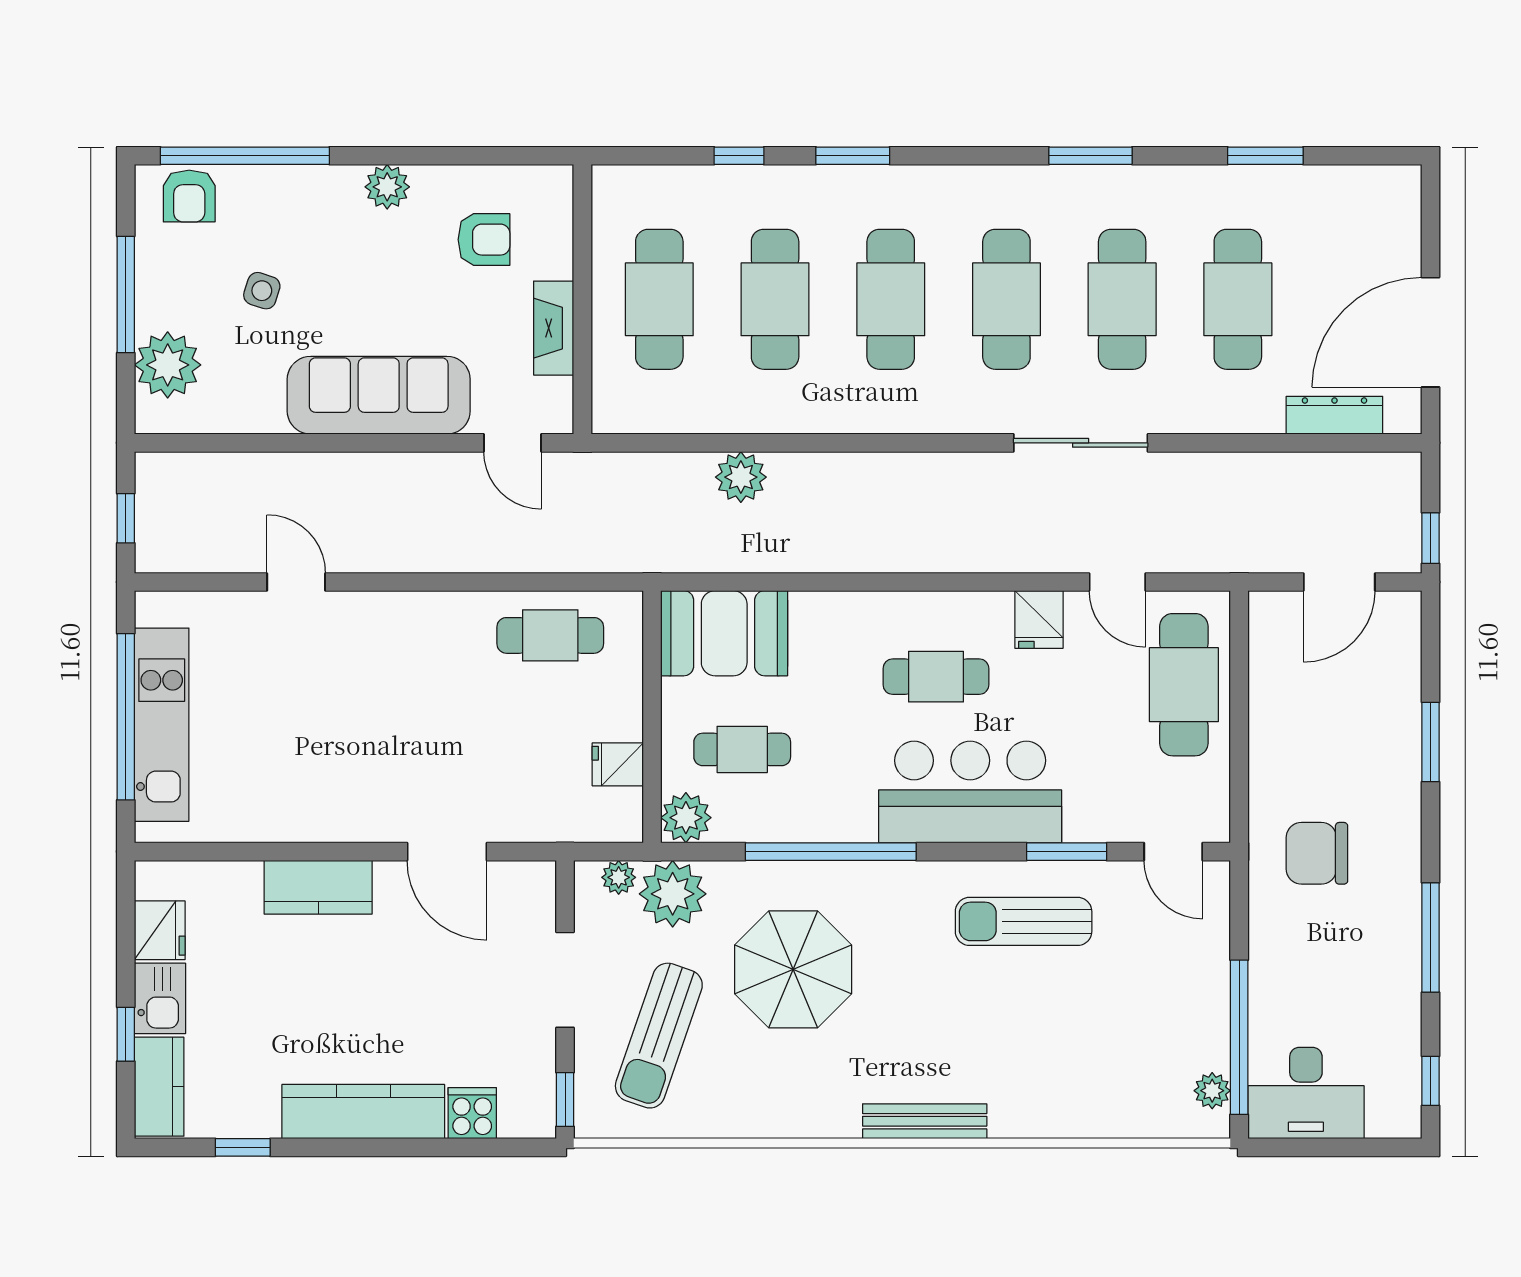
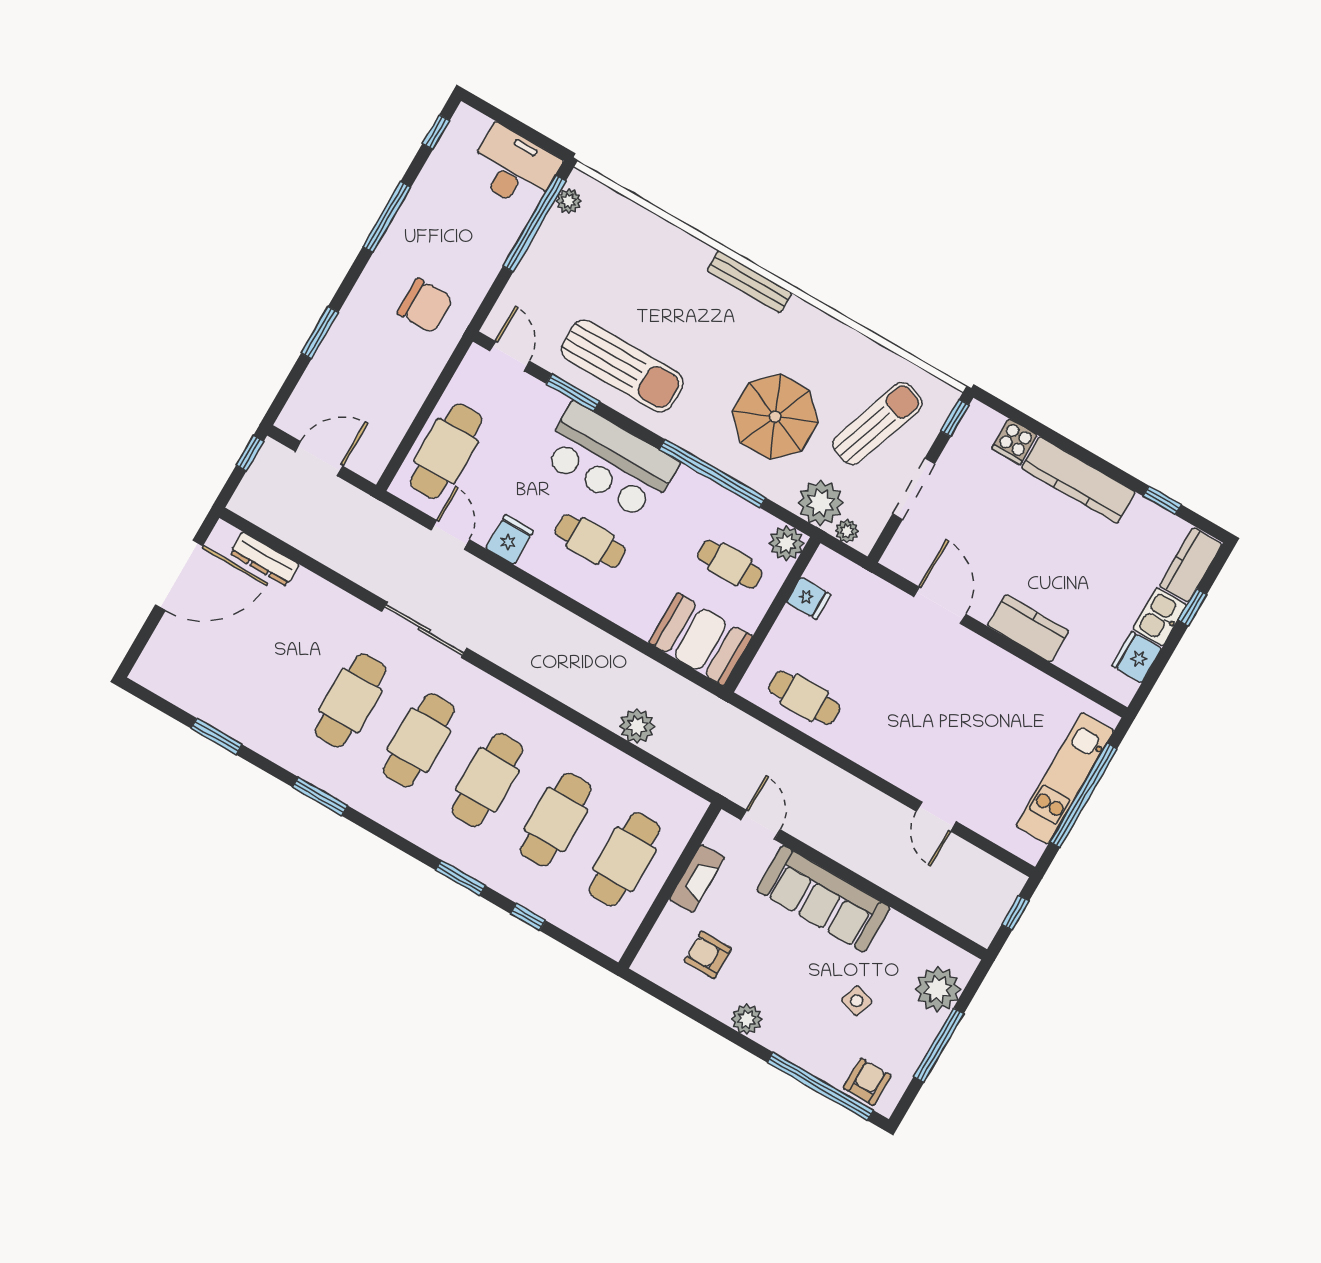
cafe table: (1238, 299) -> (282, 661), removed
sun lounger: (1024, 921) -> (622, 366), width x1.36, depth x1.34

